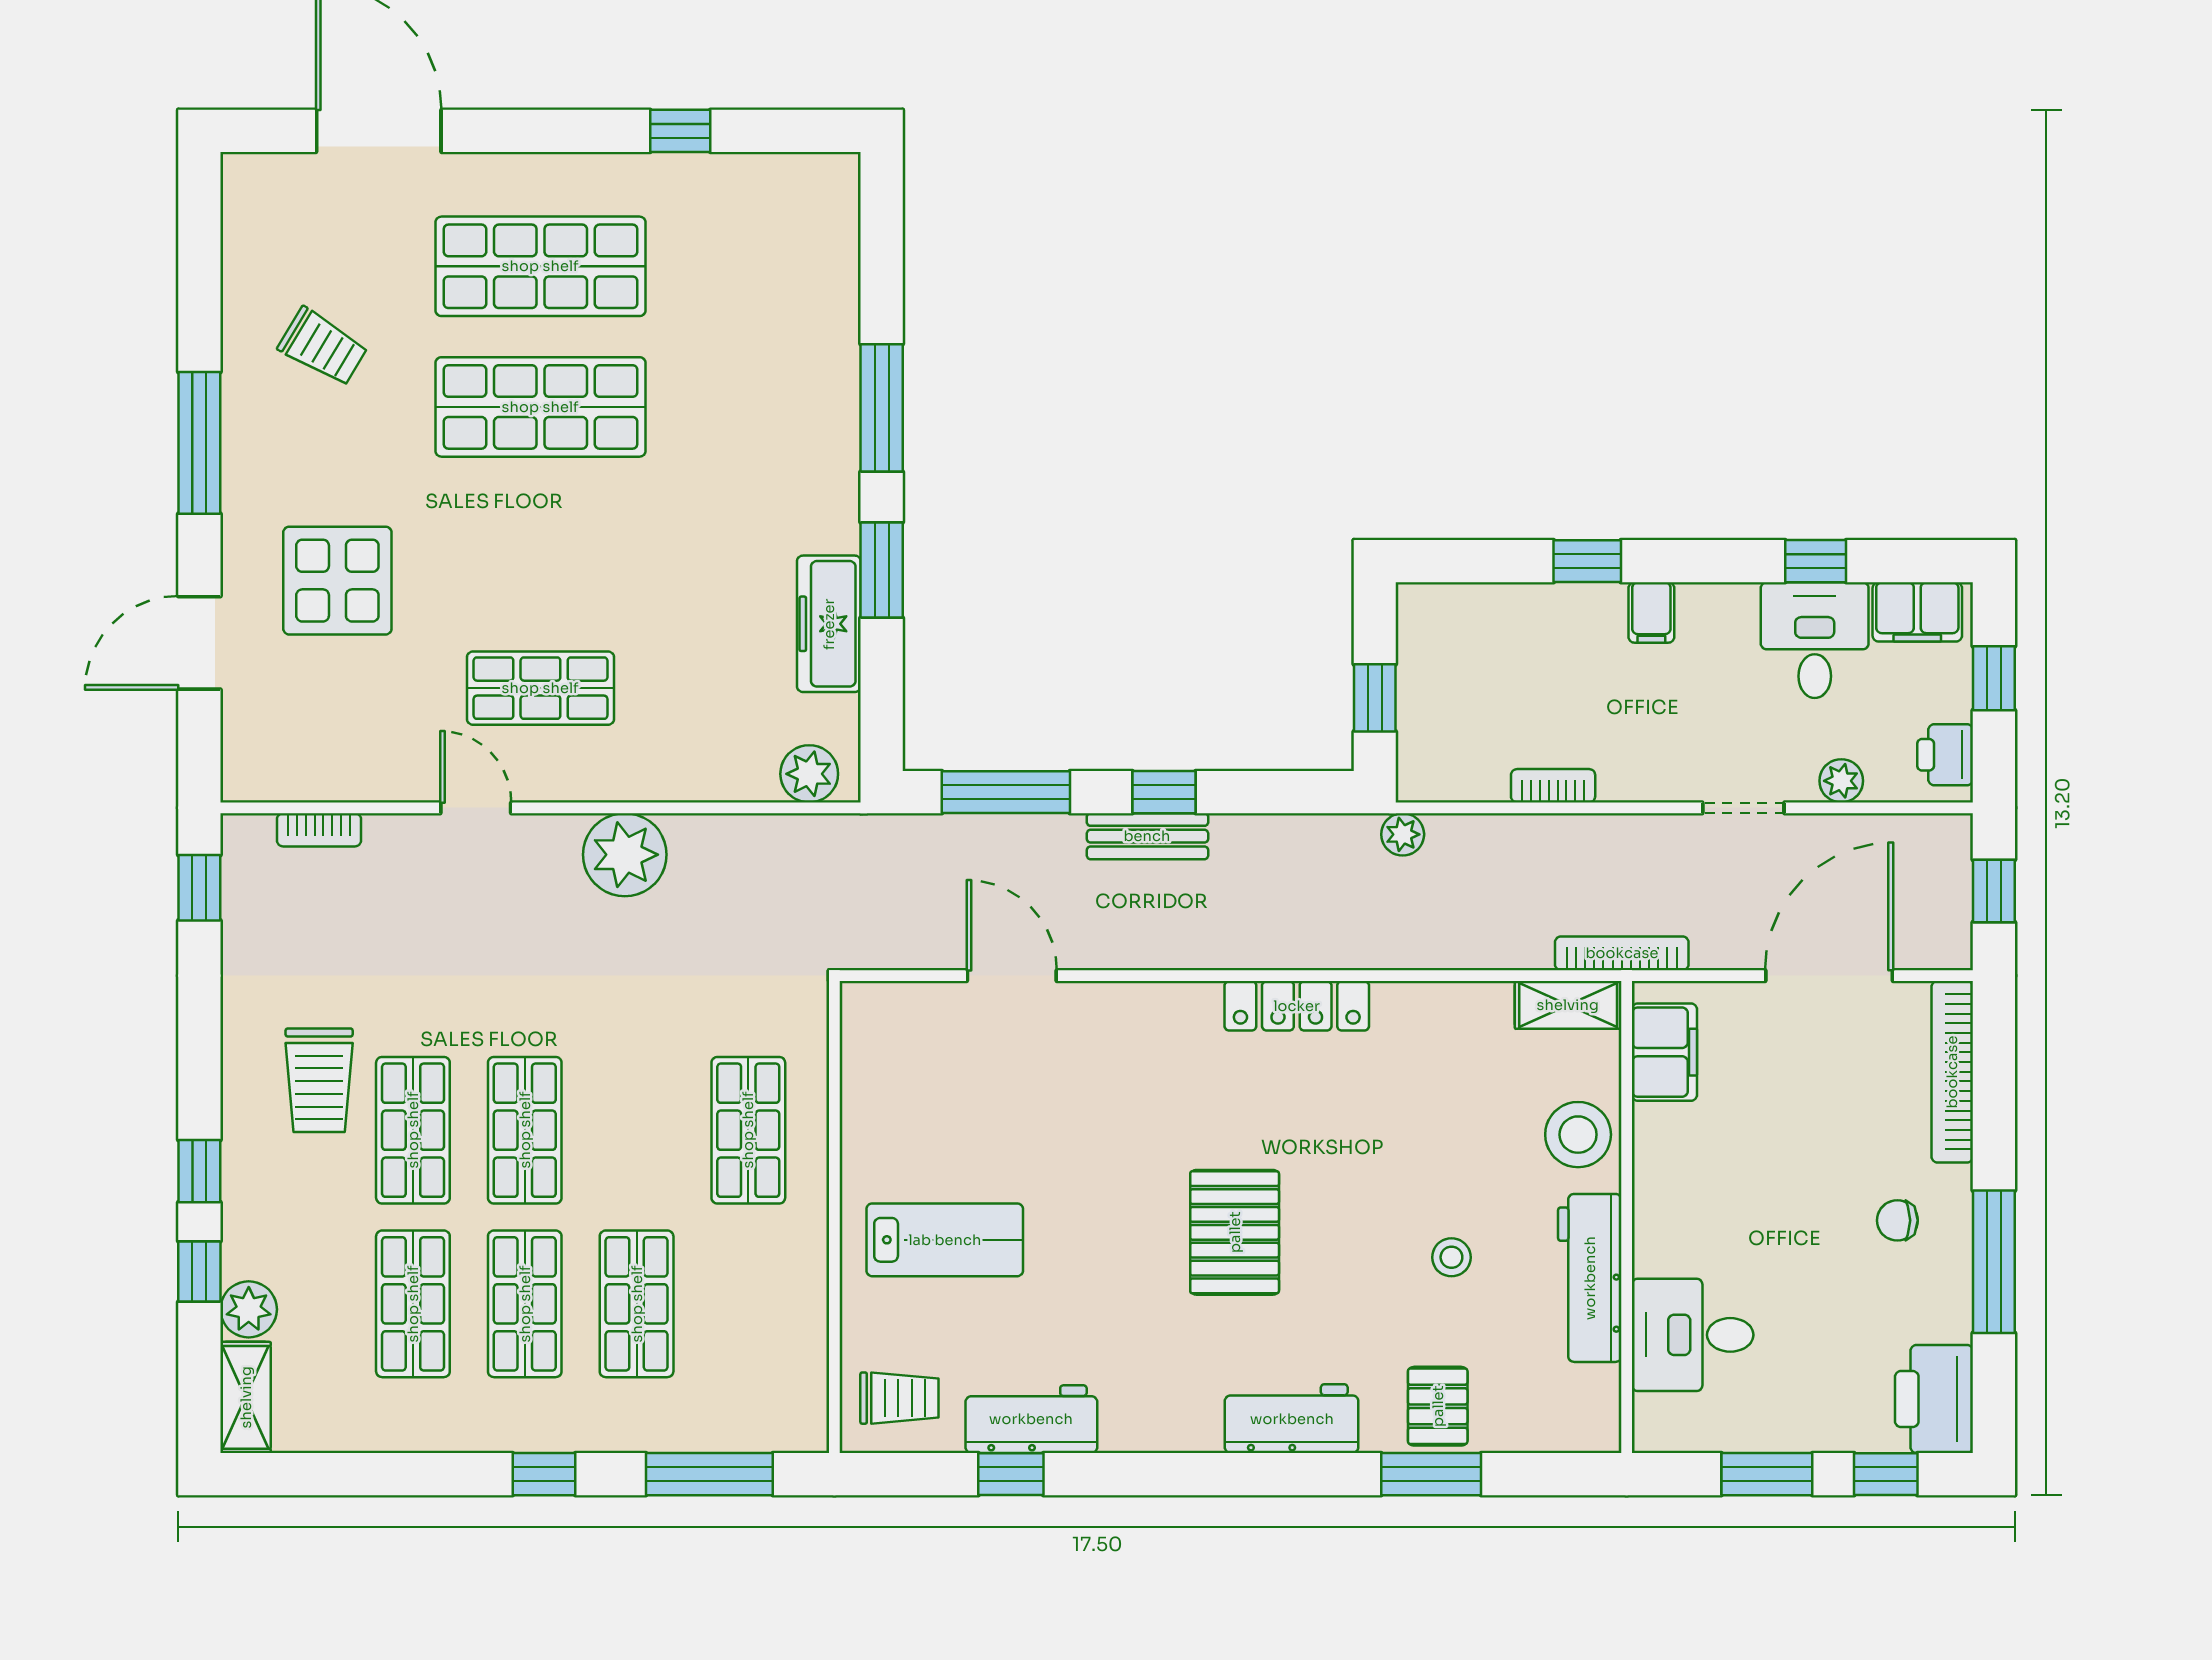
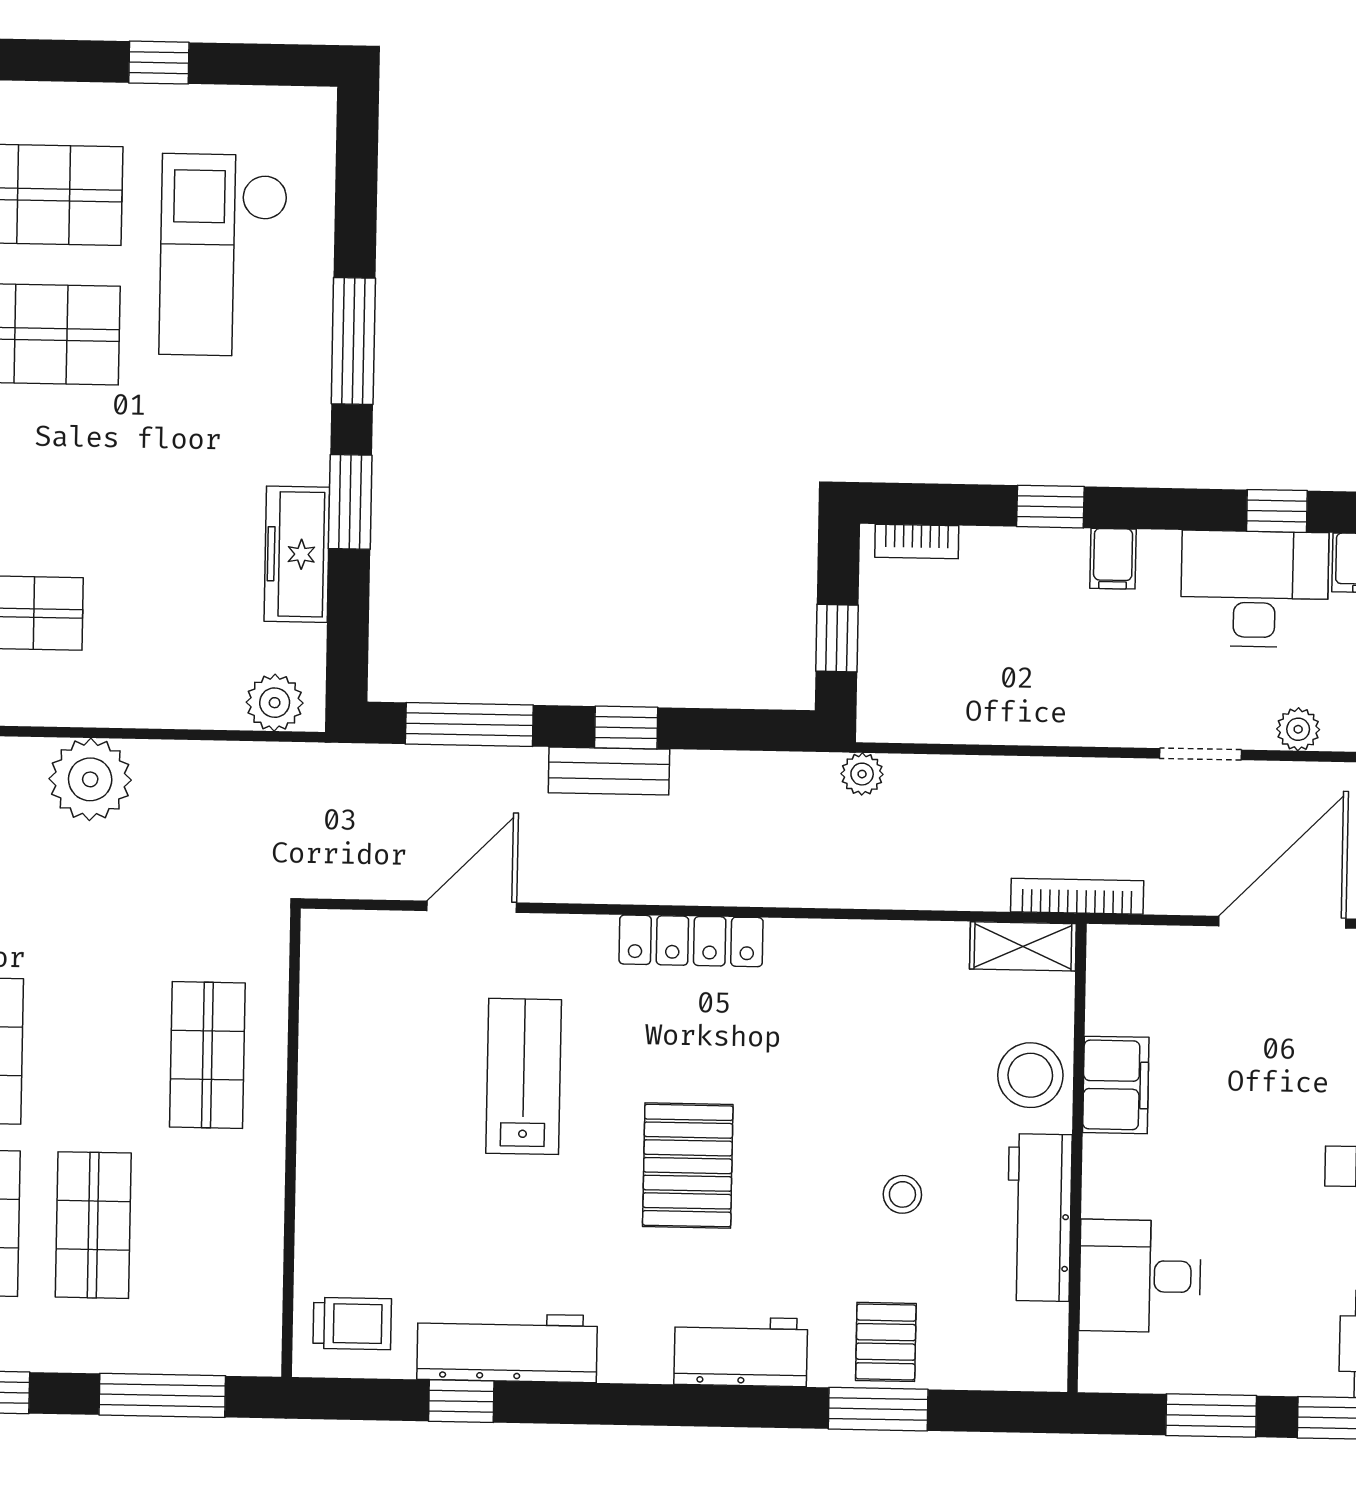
checkout: (749, 324) -> (224, 255), added
desk: (1815, 640) -> (1255, 589), width x1.37
bookcase: (1553, 786) -> (917, 541), moved, turned 180
door: (1012, 976) -> (472, 907), hinge flipped
locker: (1297, 1006) -> (691, 941), moved
filing cabinet: (1664, 1052) -> (1116, 1085), moved
lab bench: (945, 1240) -> (524, 1076), moved, turned -90
workbench: (1031, 1419) -> (507, 1347), width x1.38

